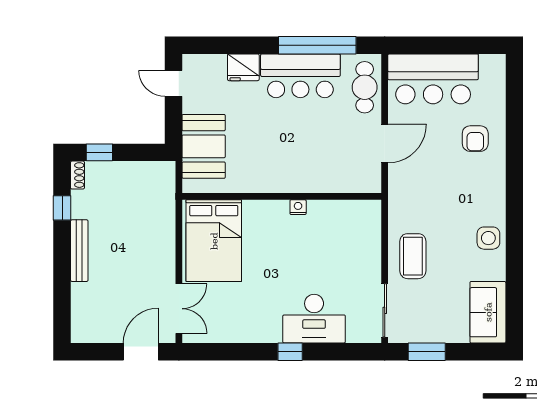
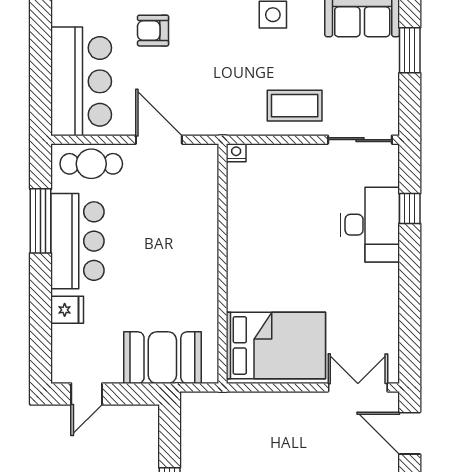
window: (317, 45) -> (41, 221), width x0.68
fridge: (243, 67) -> (67, 310), width x0.72
armchair: (475, 139) -> (153, 31), turned 180
nightstand: (298, 207) -> (236, 153), moved, turned 90
window: (290, 352) -> (410, 209), moved
window: (427, 352) -> (410, 50), moved

